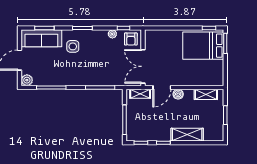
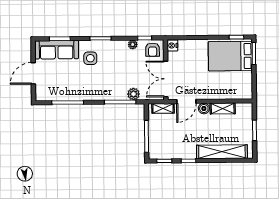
nightstand: (149, 35) -> (172, 45), added
plant: (27, 80) -> (133, 94), moved
shelving: (206, 94) -> (223, 108), moved
shelving: (187, 135) -> (222, 152), width x1.47

